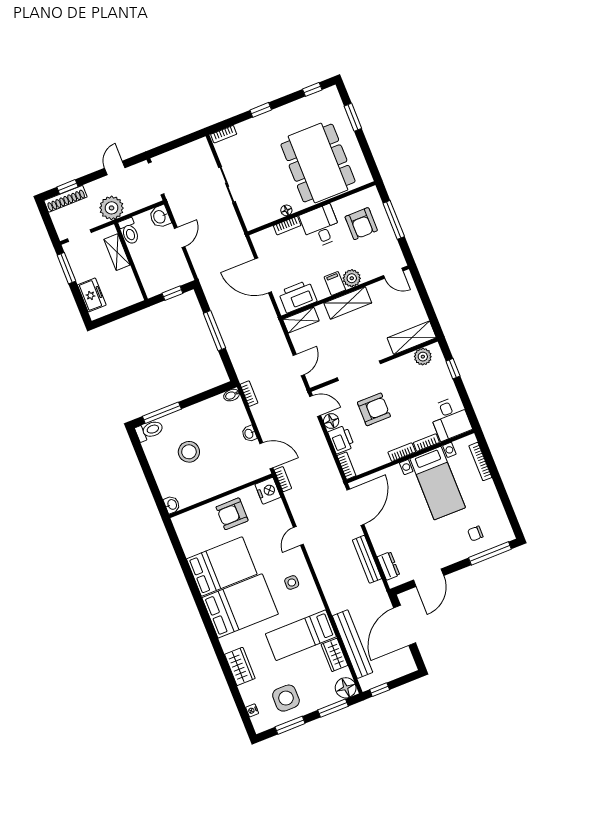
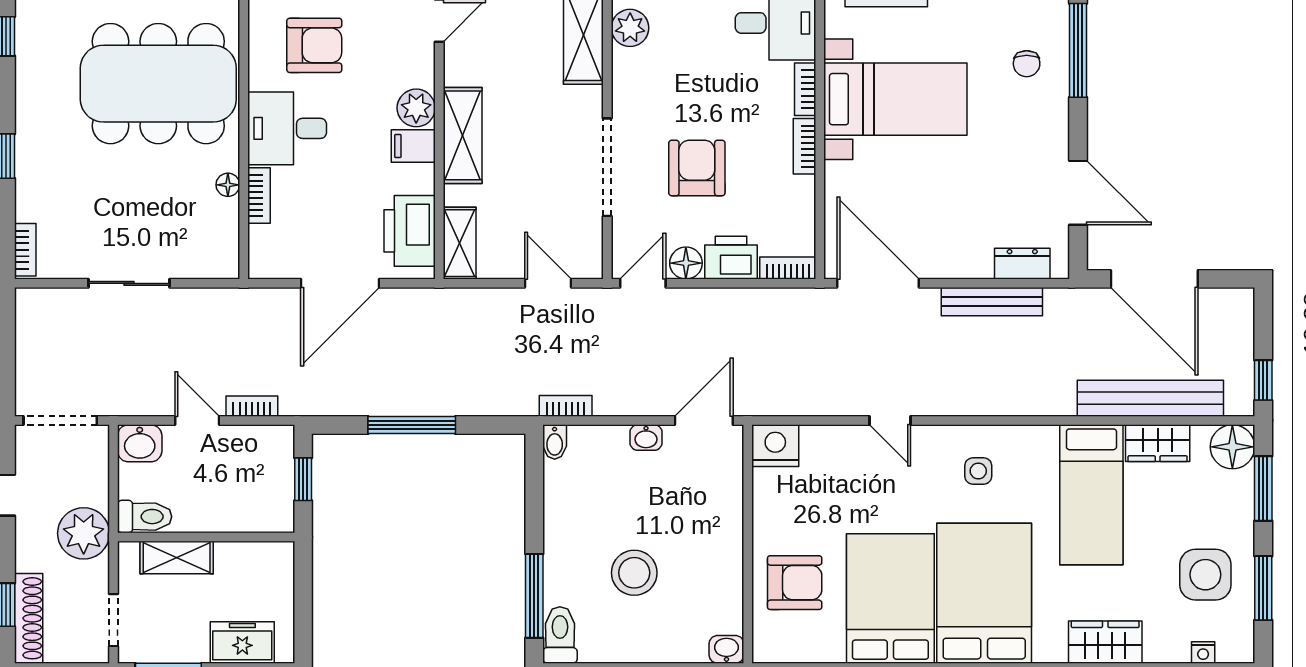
bookcase: (283, 479) -> (252, 406), moved
armchair: (232, 514) -> (795, 583), moved, turned -90

